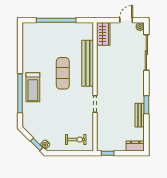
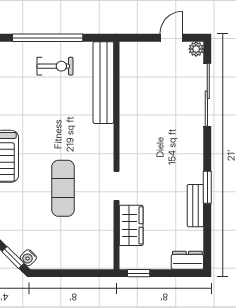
wardrobe: (103, 34) -> (131, 225), moved
bench: (88, 63) -> (103, 83), moved
exercise mat: (63, 73) -> (63, 188), moved
exercise bike: (76, 140) -> (55, 66), moved

